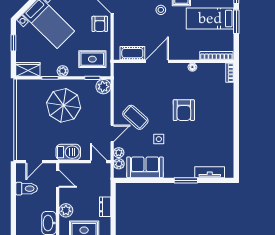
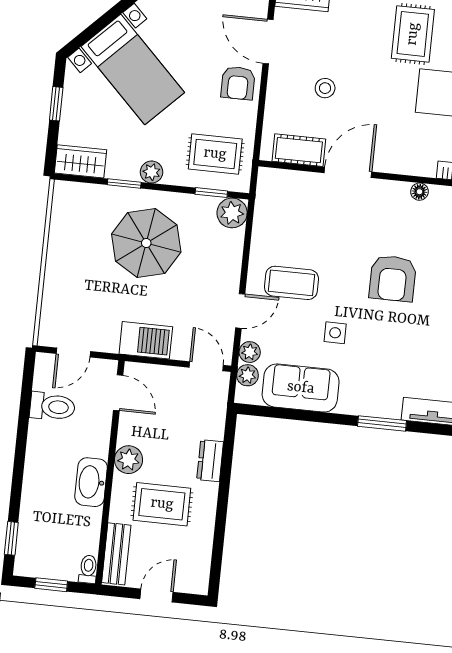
stool: (161, 10) -> (325, 88), moved
coffee table: (135, 117) -> (291, 283), turned -42

